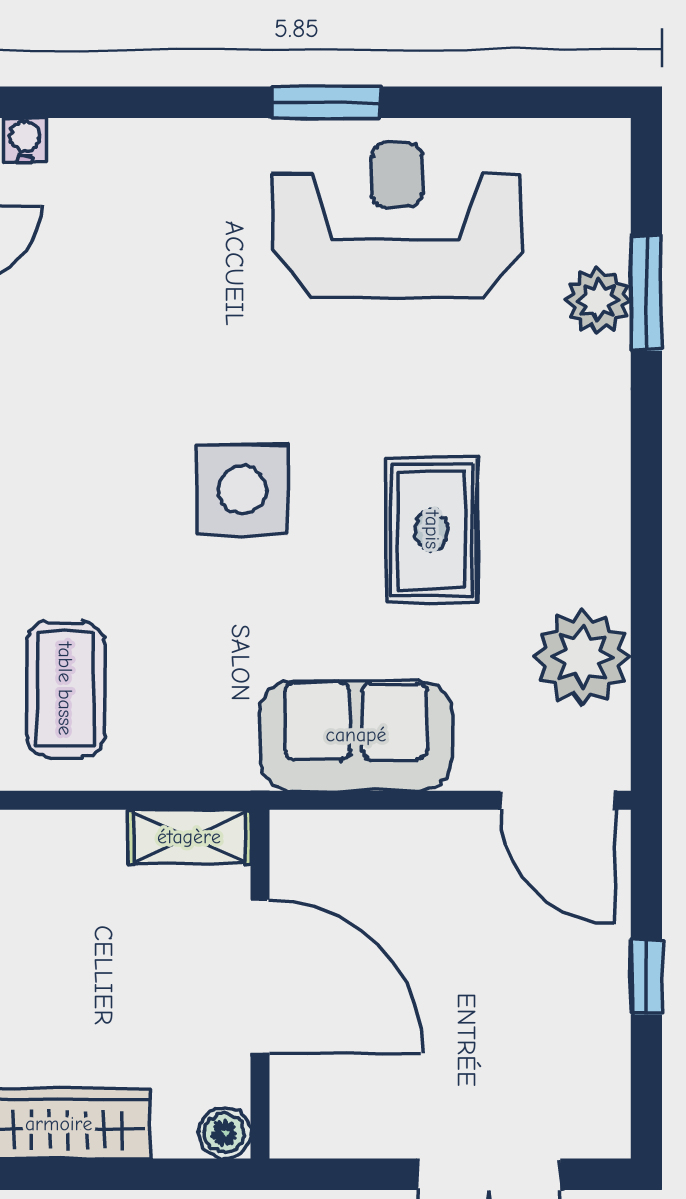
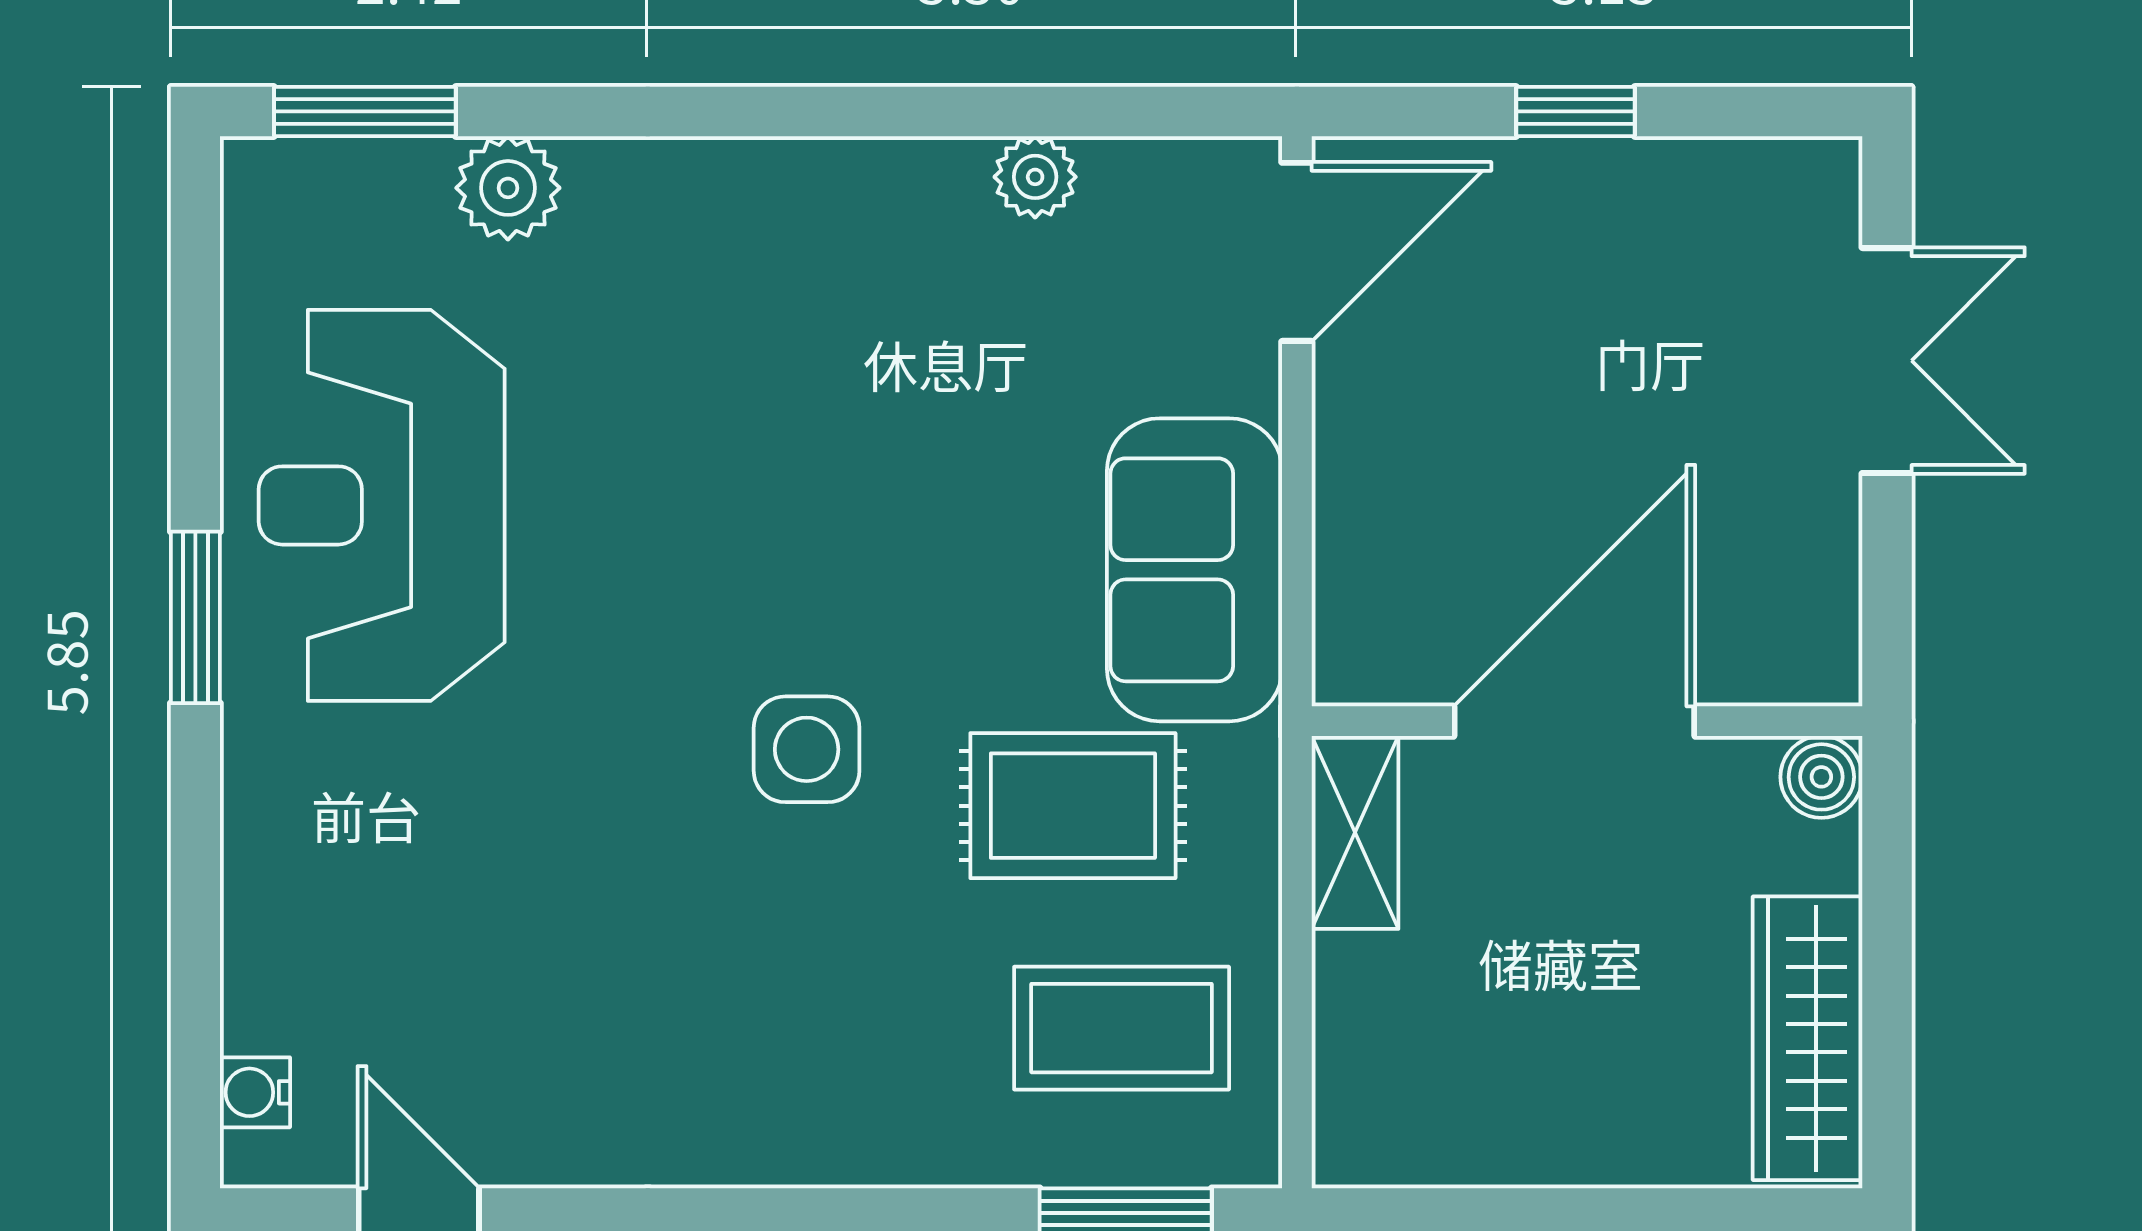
window: (646, 293) -> (365, 111), moved
side table: (242, 490) -> (807, 749), width x0.73, depth x0.73
rug: (432, 530) -> (1073, 806), moved
plant: (582, 657) -> (1035, 177), width x0.53, depth x0.53

